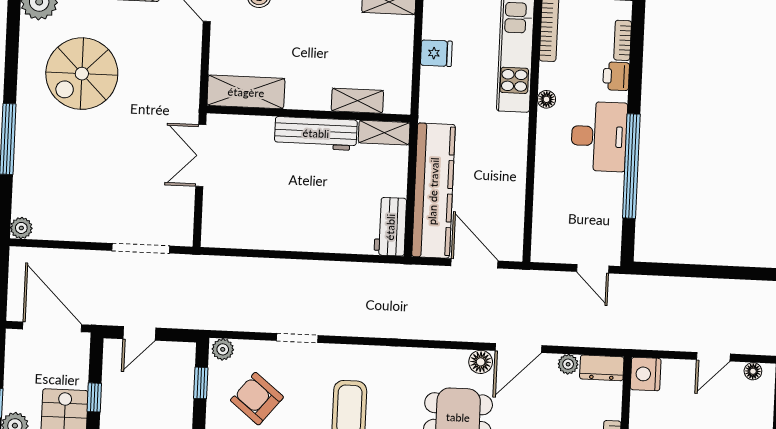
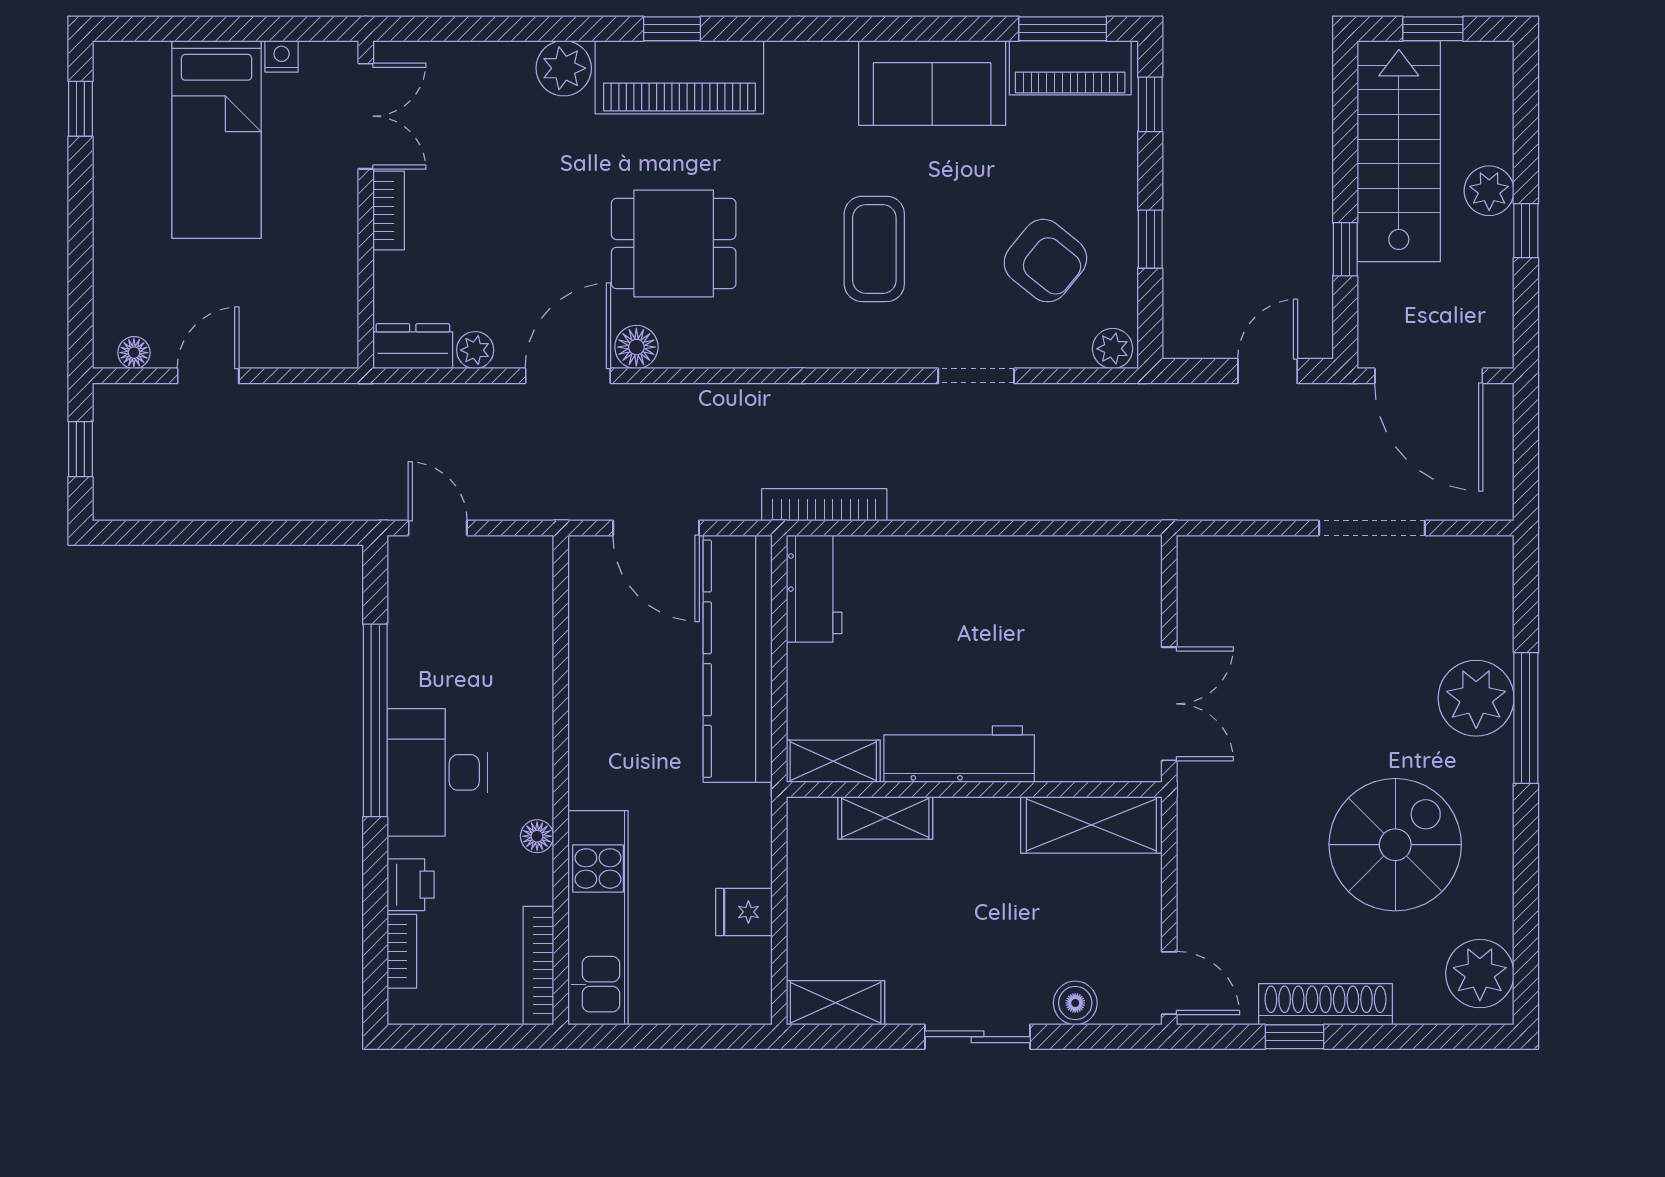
plant: (21, 228) -> (1476, 698), moved, width x1.88, depth x1.88
doorway: (141, 248) -> (1372, 528), moved
bookcase: (383, 272) -> (824, 505), added
nightstand: (646, 374) -> (331, 338), removed
window: (201, 383) -> (1150, 239), moved

